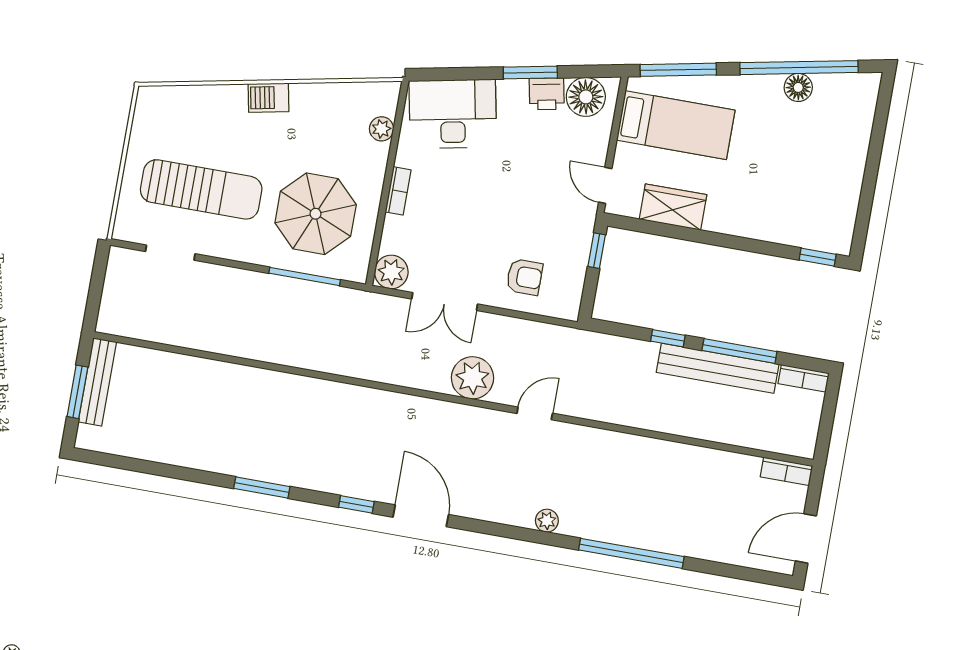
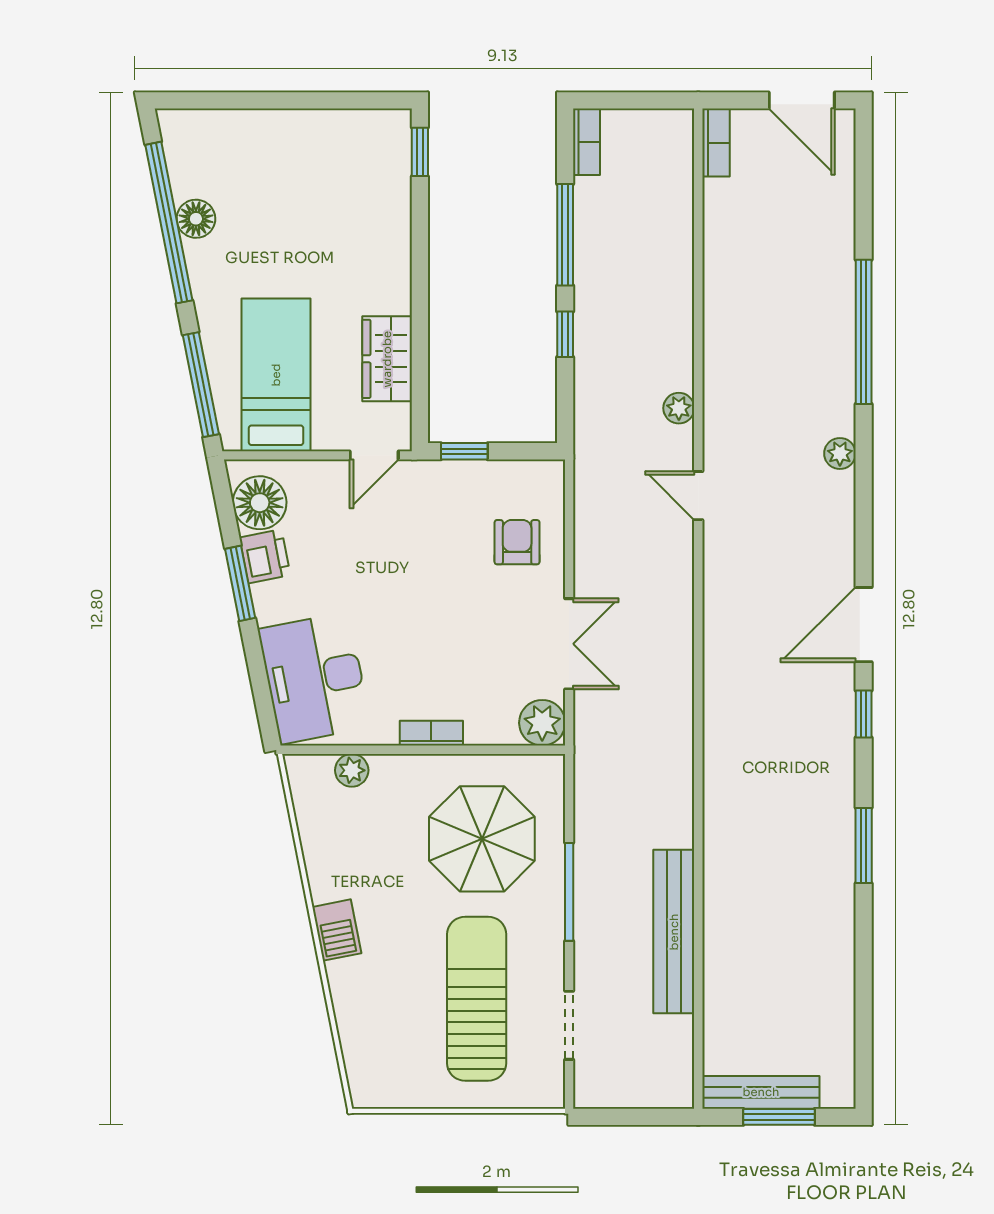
window: (305, 277) -> (569, 892), moved
bench: (718, 368) -> (674, 932), moved
plant: (472, 378) -> (679, 408), moved, width x0.53, depth x0.53

